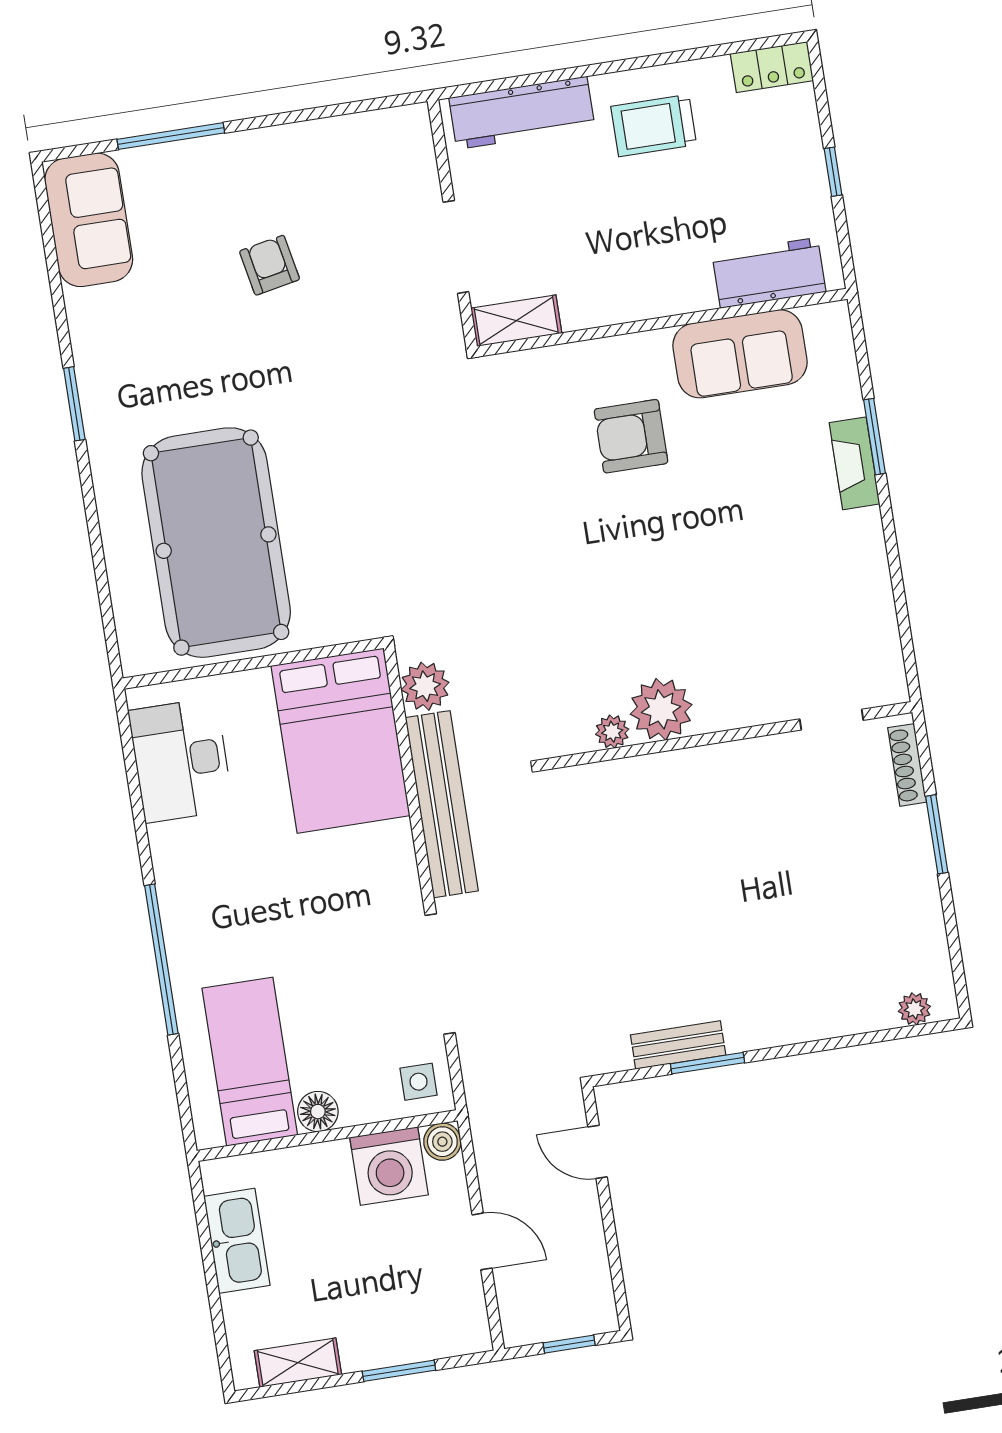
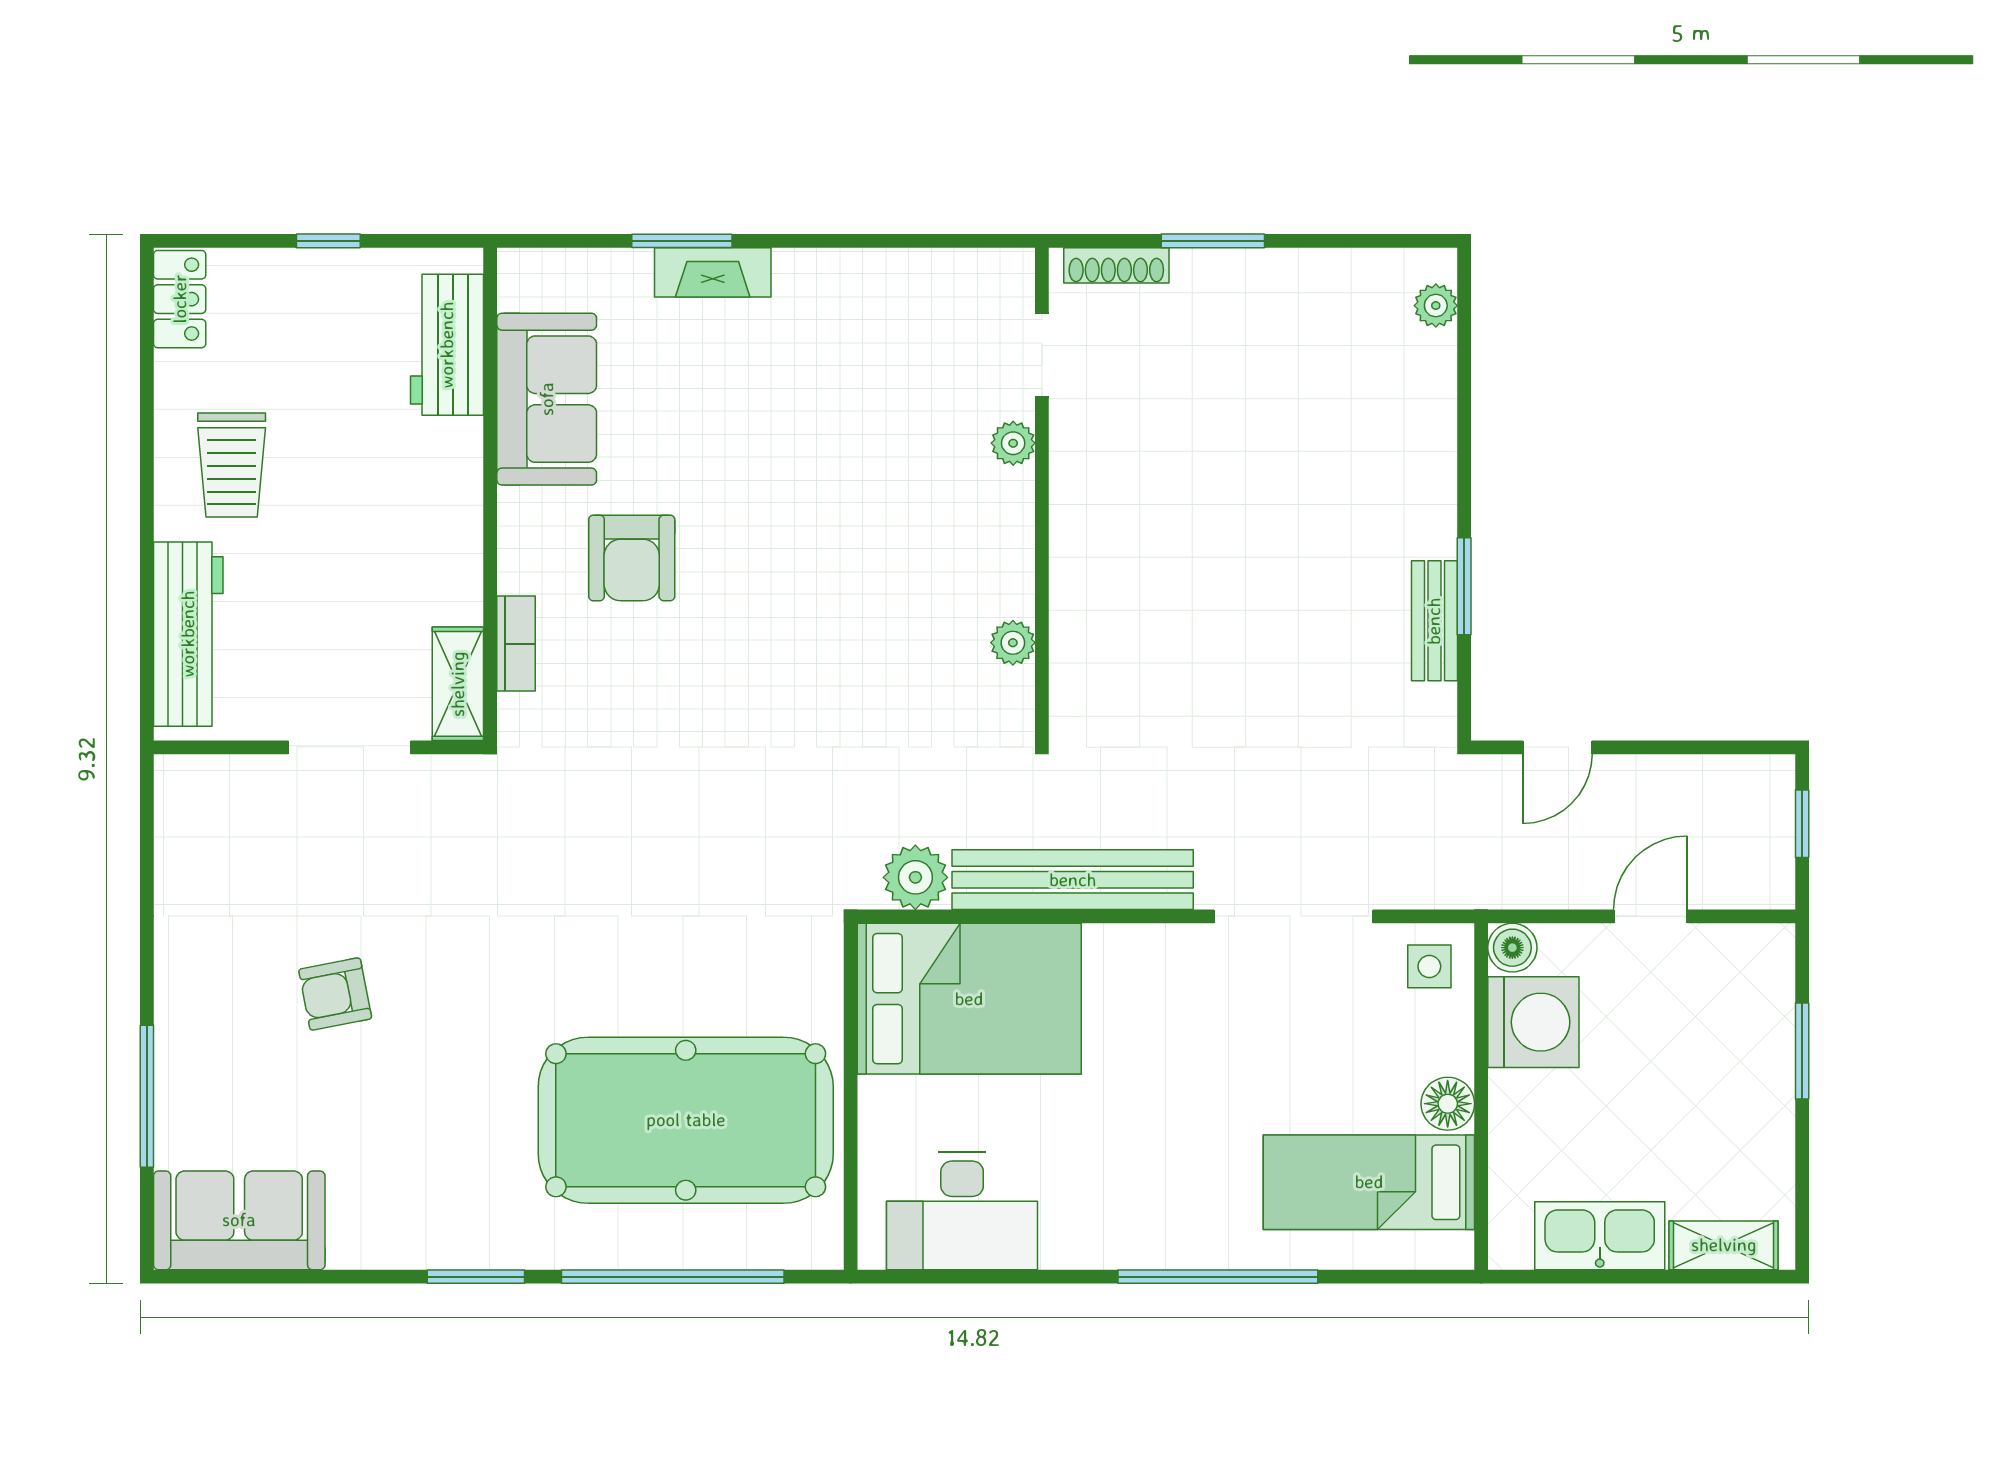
bookcase: (553, 360) -> (516, 644), added
window: (97, 551) -> (673, 1277), added
plant: (661, 709) -> (1013, 443), moved, width x0.53, depth x0.53
shelving: (298, 1363) -> (1724, 1245), moved, turned 90

